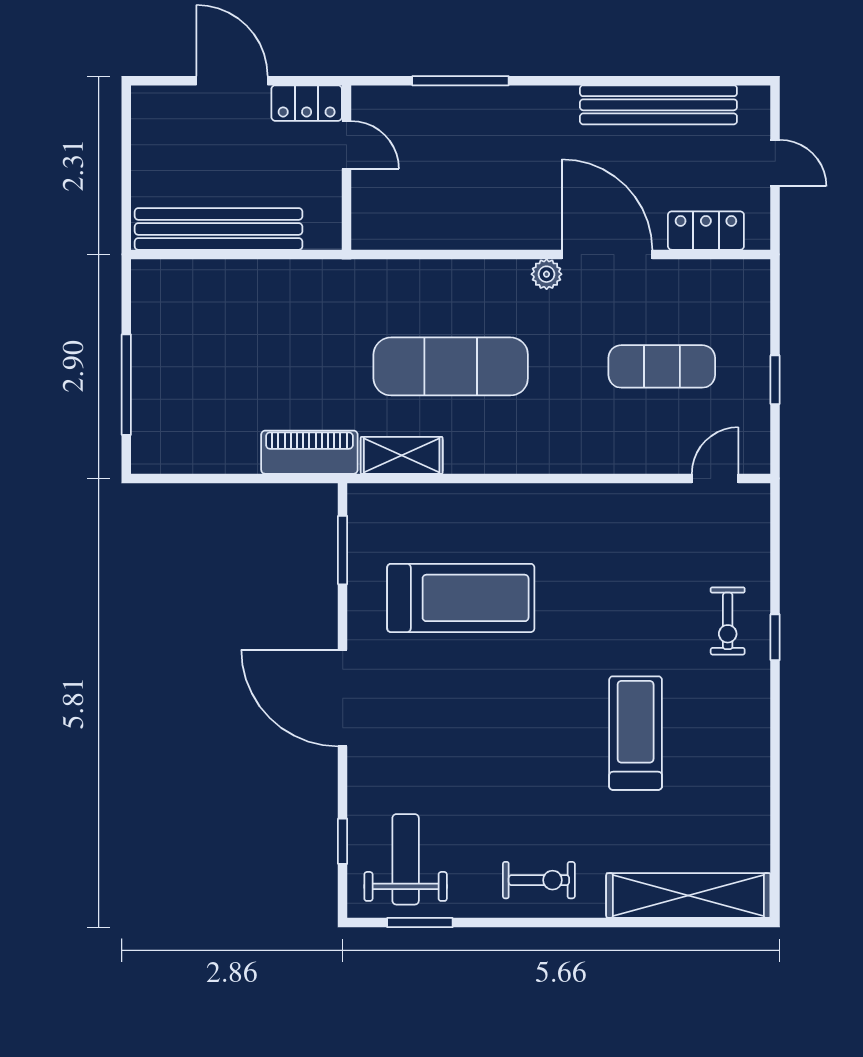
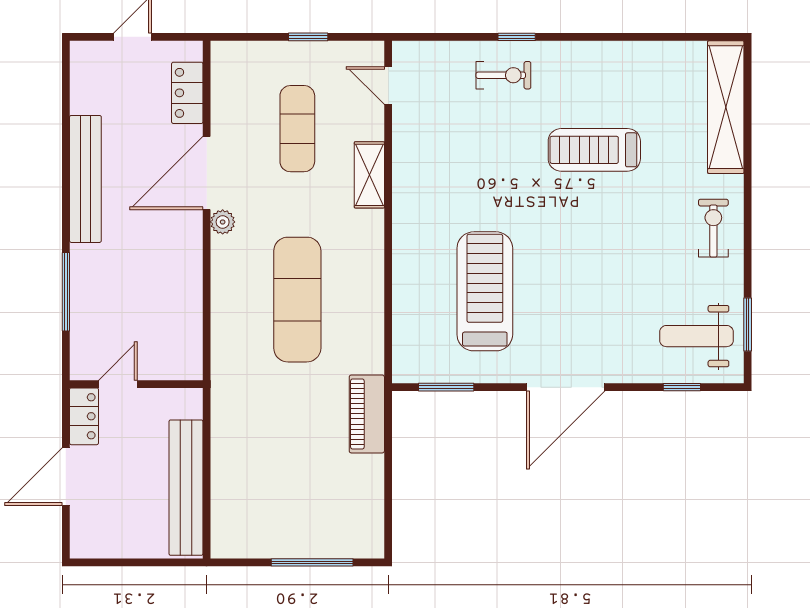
bench: (658, 105) -> (85, 179), moved
shelving: (402, 455) -> (369, 175), moved

